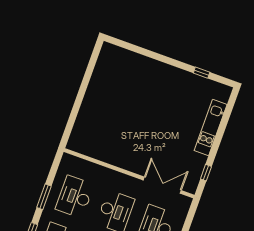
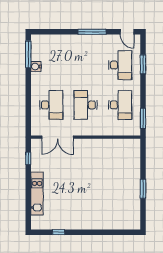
window: (83, 88) -> (143, 189), added
window: (44, 197) -> (143, 118), moved

